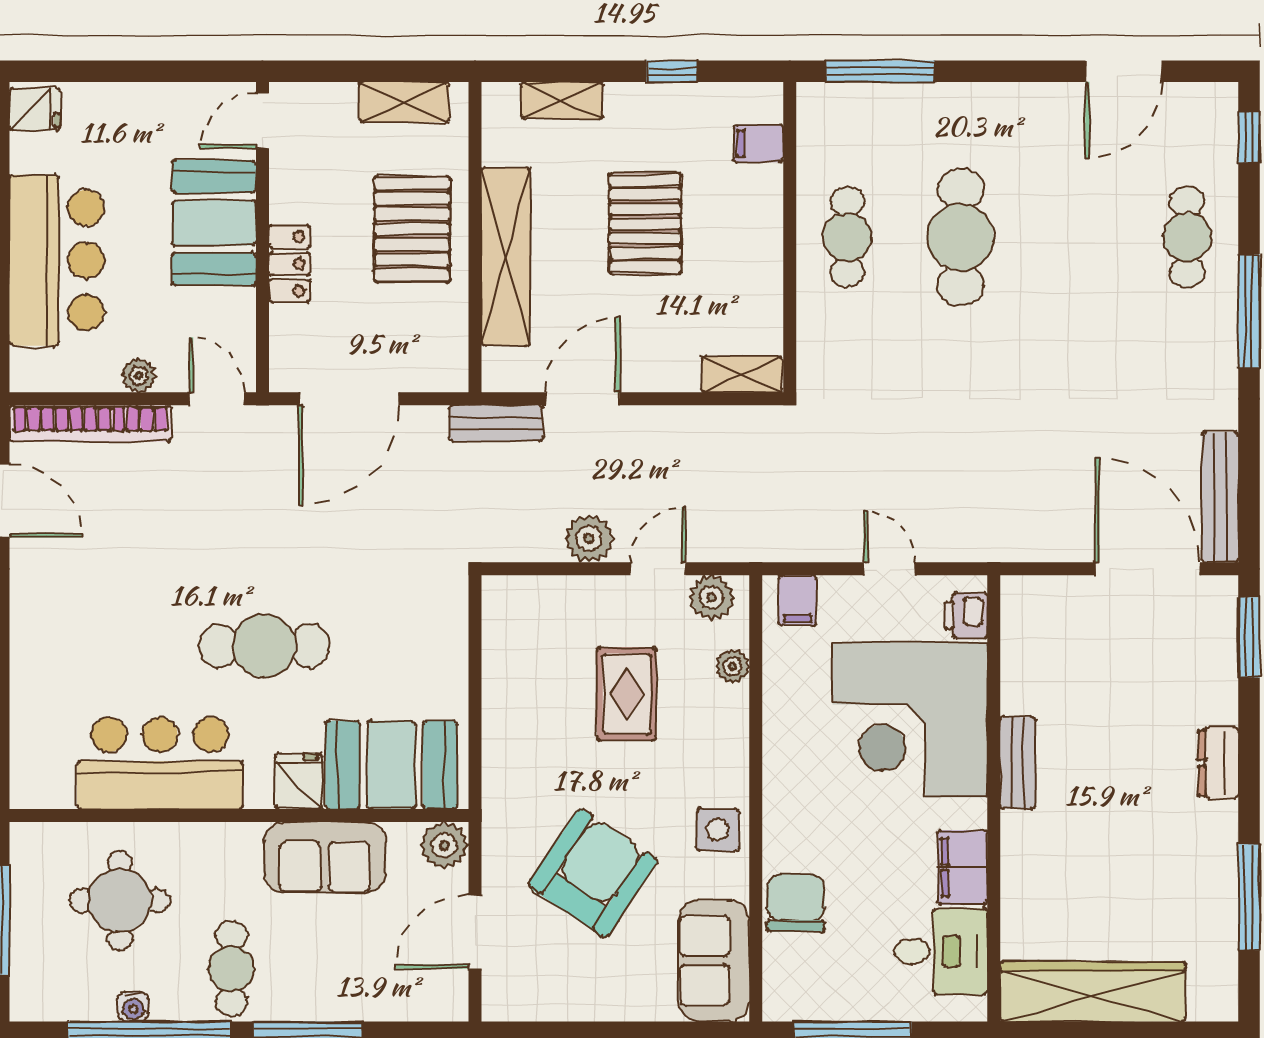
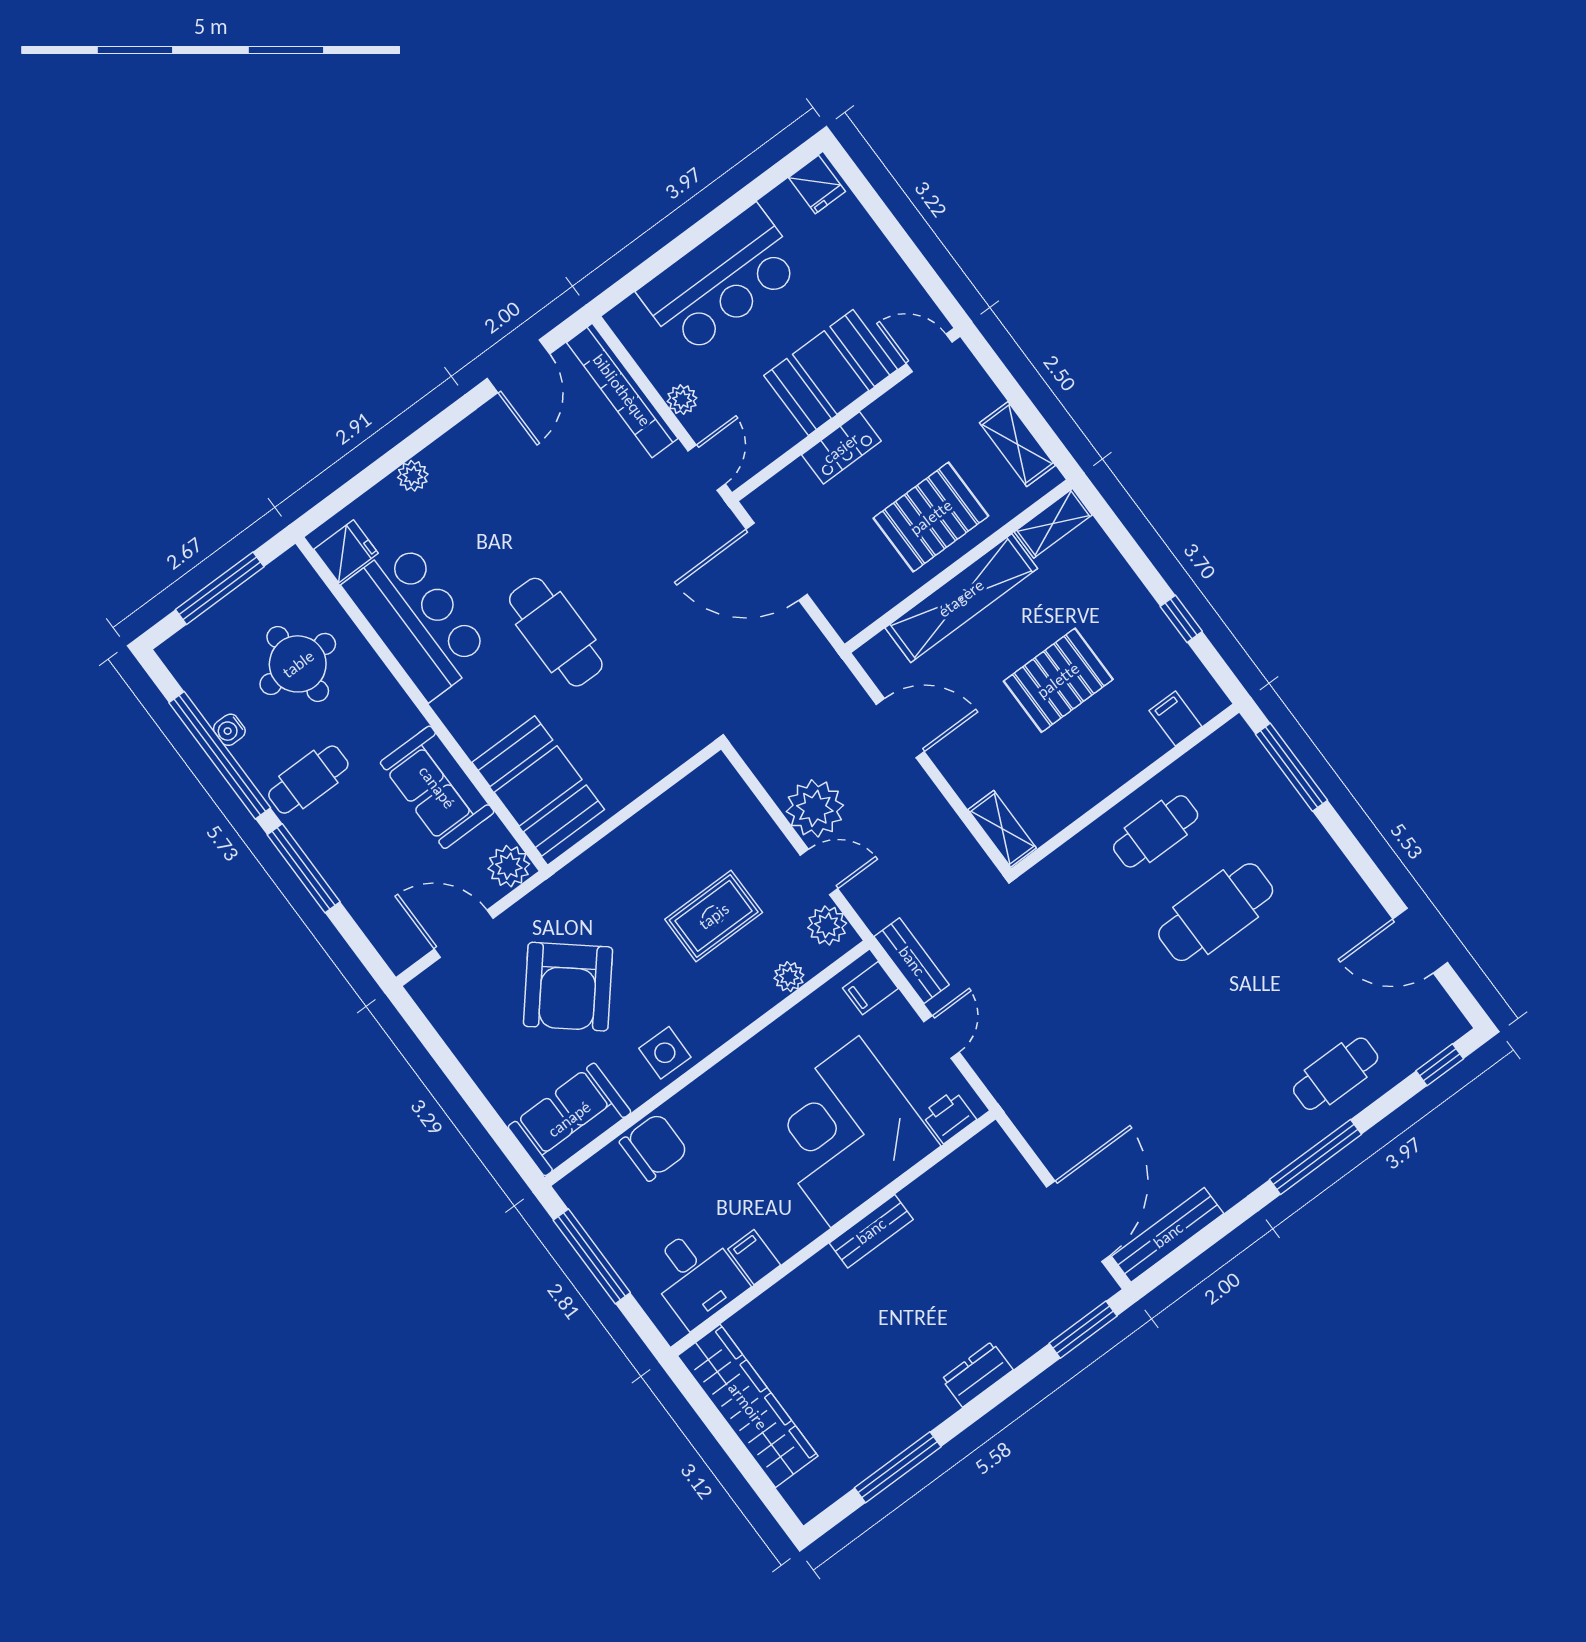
shelving: (562, 100) -> (1053, 523), moved, turned 90
bench: (496, 423) -> (912, 961), moved
plant: (589, 539) -> (815, 808), width x1.36, depth x1.36
plant: (27, 670) -> (413, 476), added
fridge: (299, 781) -> (346, 551), moved
filing cabinet: (962, 867) -> (754, 1257), width x0.50
armchair: (593, 873) -> (568, 987), turned 96

